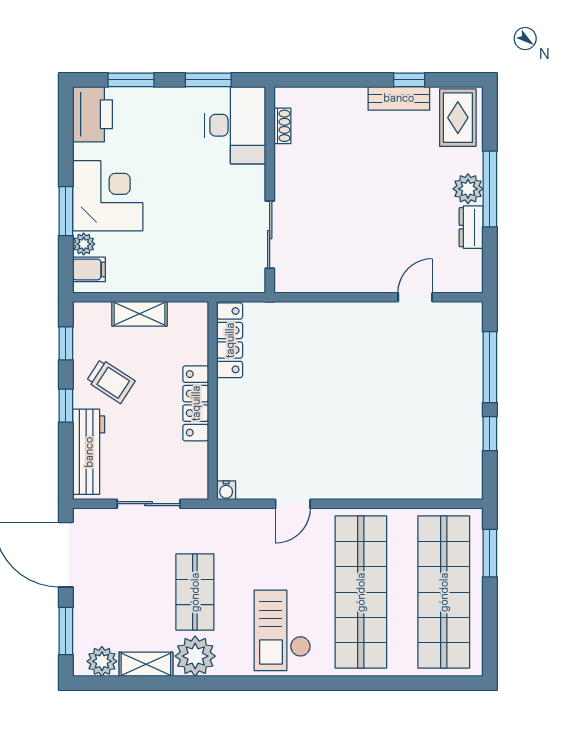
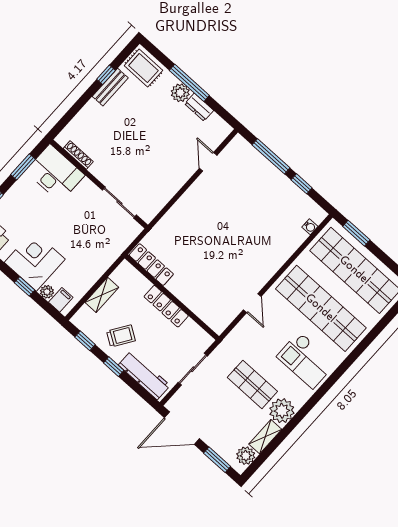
shoe rack: (282, 126) -> (78, 155), width x1.43
window: (66, 211) -> (25, 286), width x0.67
water cooler: (226, 490) -> (310, 227), moved

